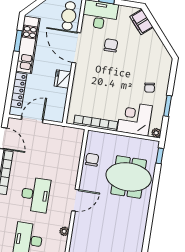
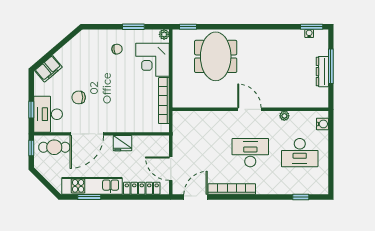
chair: (92, 160) -> (203, 98), removed

